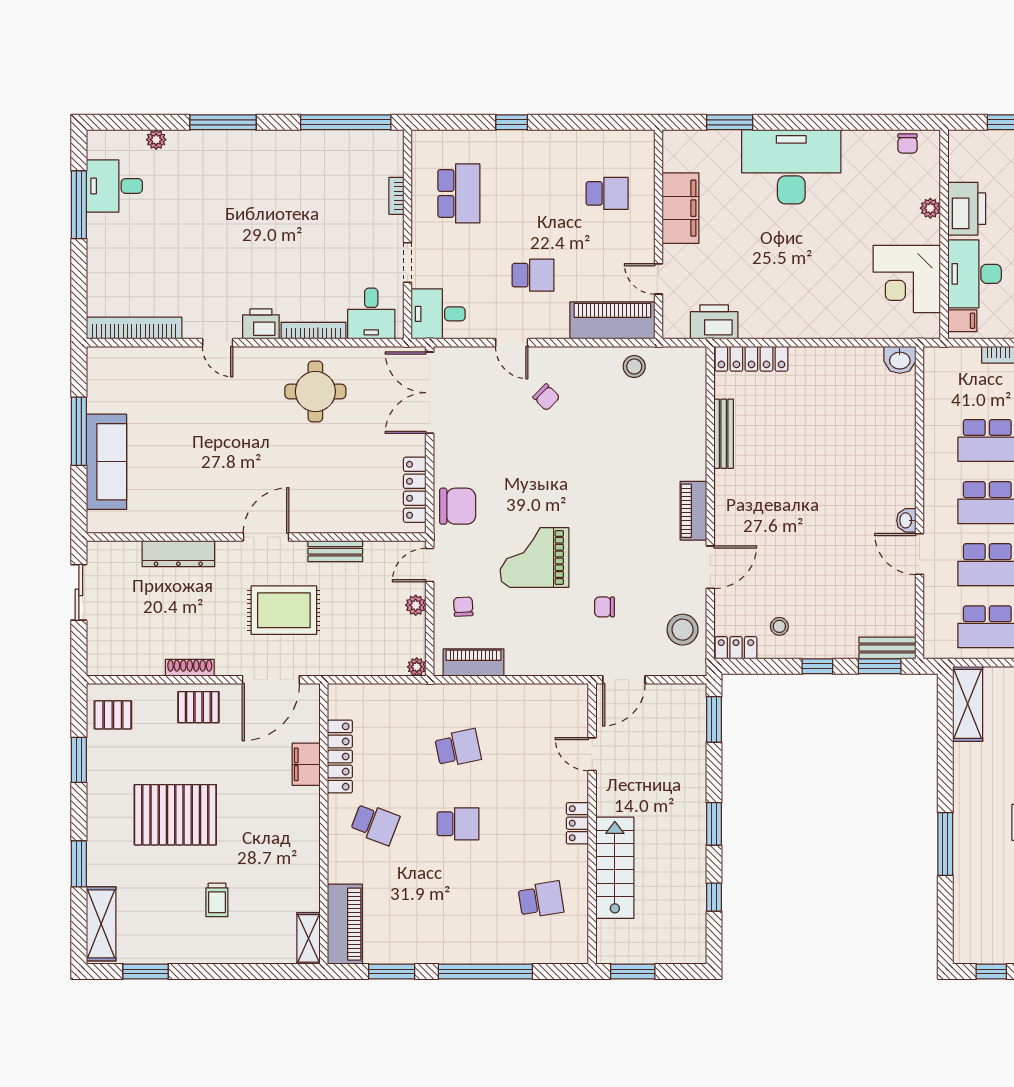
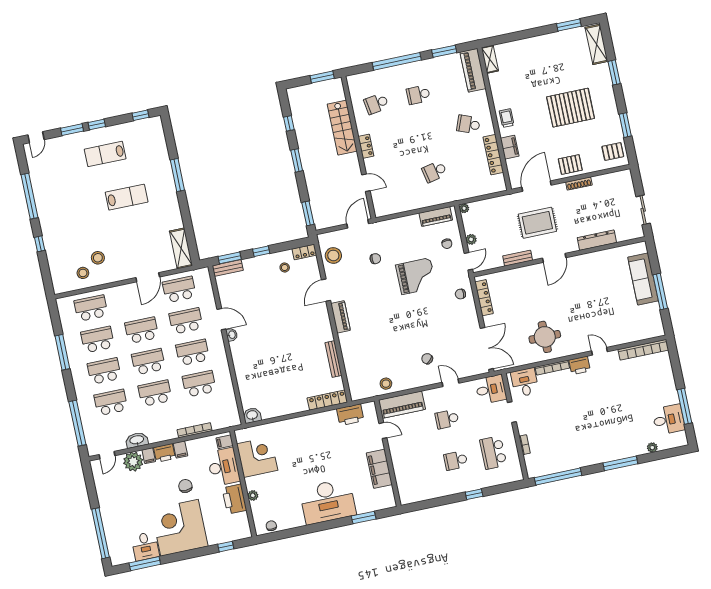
school desk: (607, 193) -> (456, 460), moved
chair: (458, 506) -> (460, 294), width x0.54, depth x0.54
school desk: (458, 824) -> (418, 95), moved
trolley: (217, 900) -> (507, 118), moved

